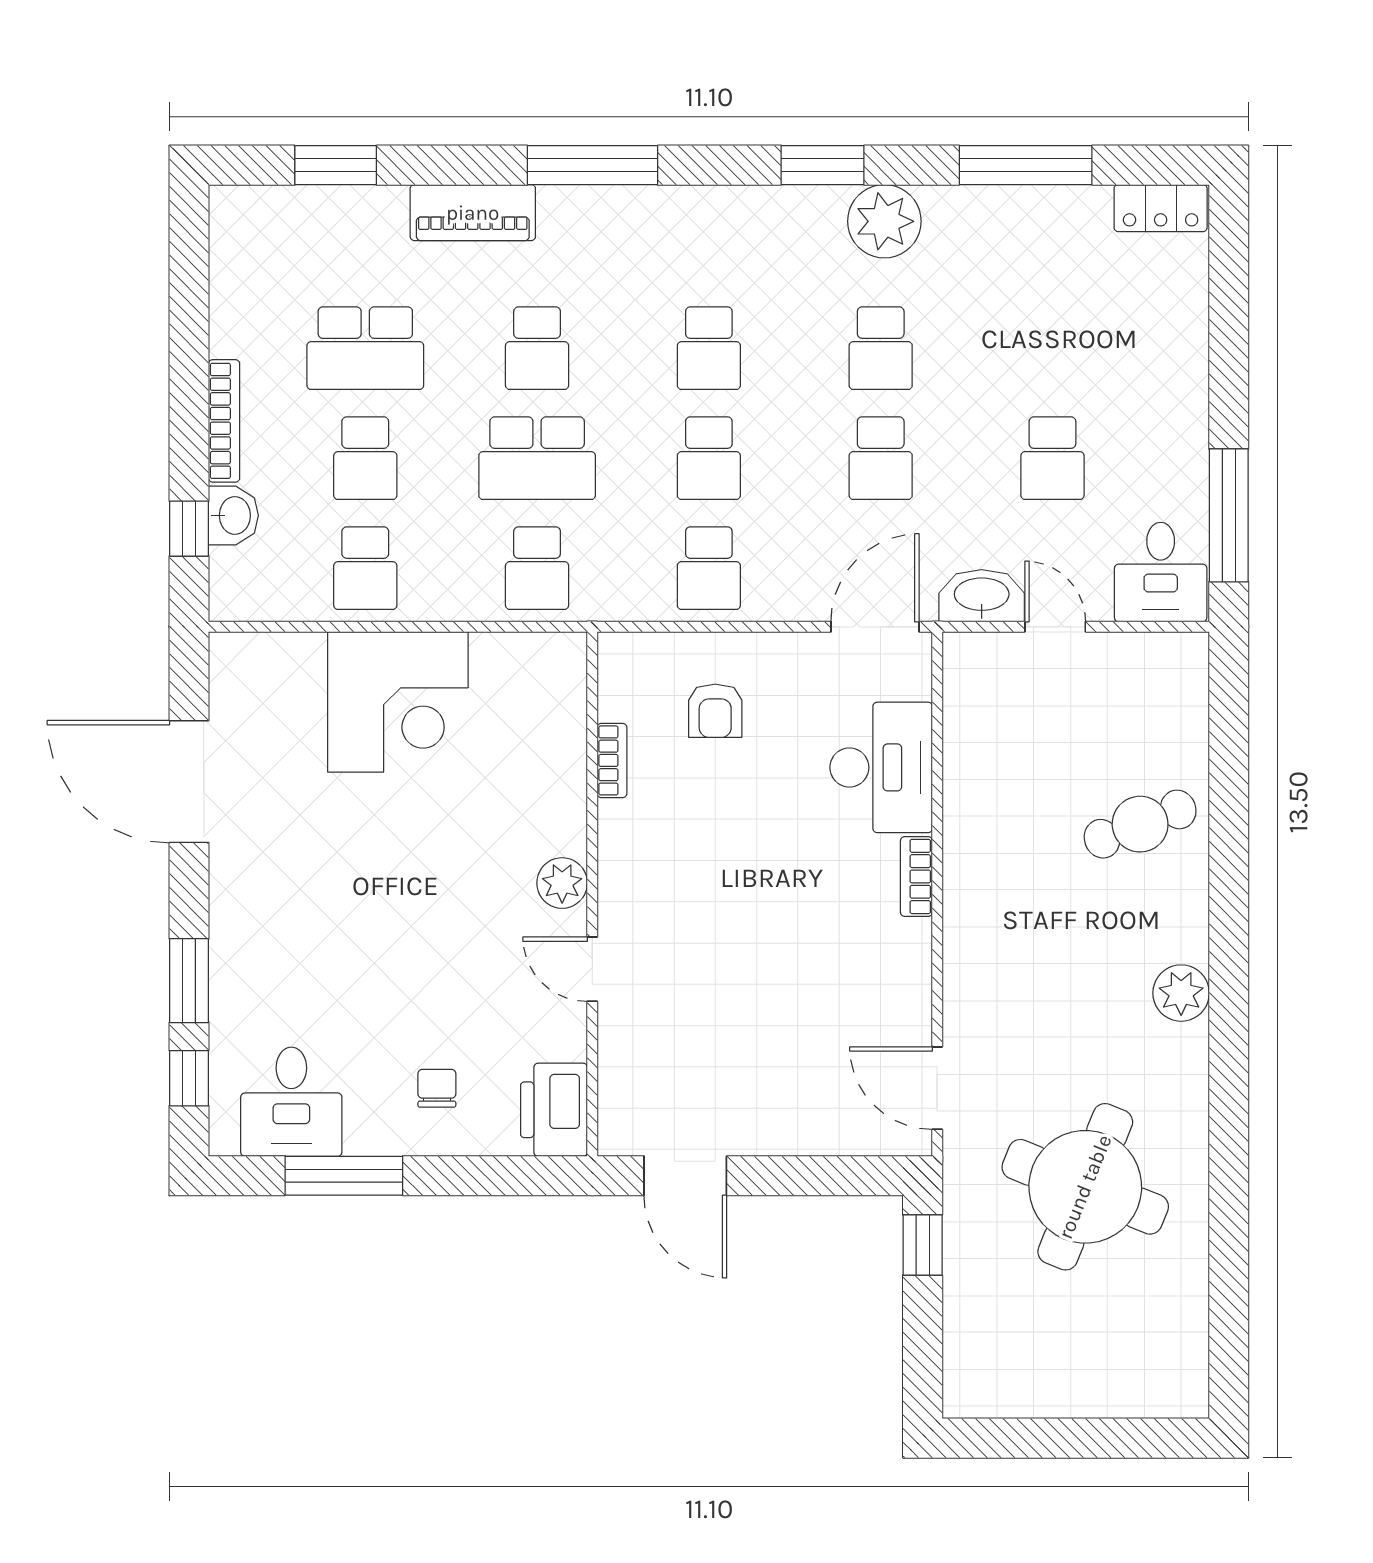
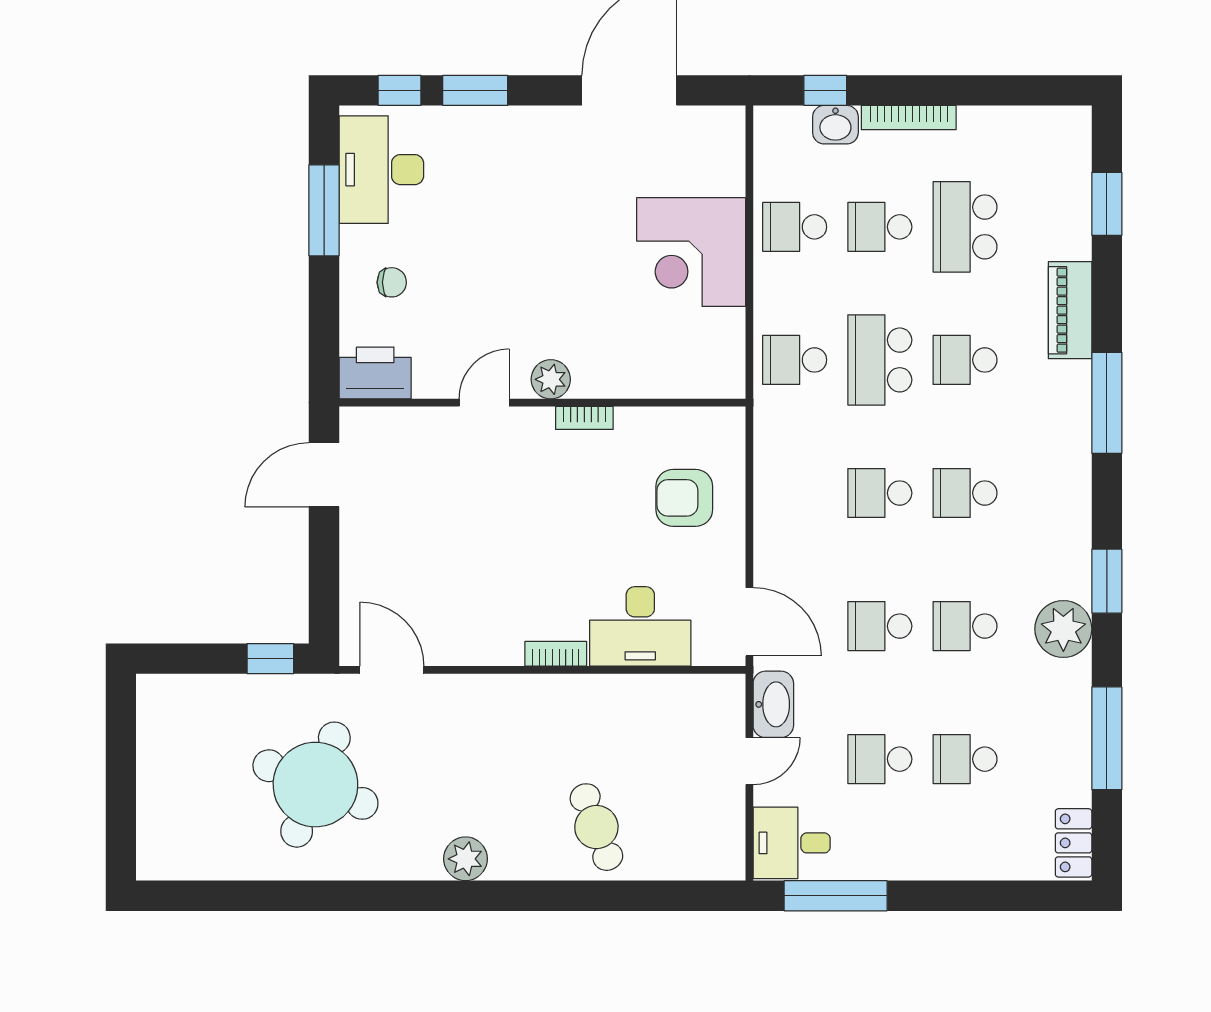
school desk: (709, 568) -> (965, 759), moved
armchair: (715, 711) -> (684, 498), width x1.38, depth x1.38
bookcase: (612, 760) -> (584, 418), moved
door: (937, 1088) -> (392, 670), hinge flipped
desk: (291, 1102) -> (381, 170), width x1.37

